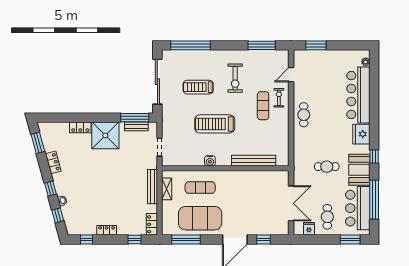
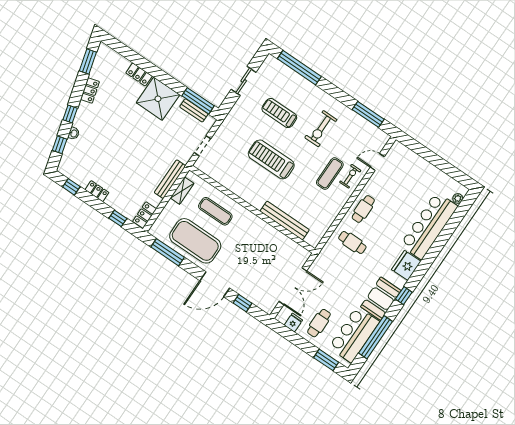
window: (316, 45) -> (421, 150), removed
sliding door: (157, 82) -> (244, 81), width x0.54
water cooler: (210, 161) -> (242, 192), removed
cafe table: (327, 167) -> (352, 242), moved

